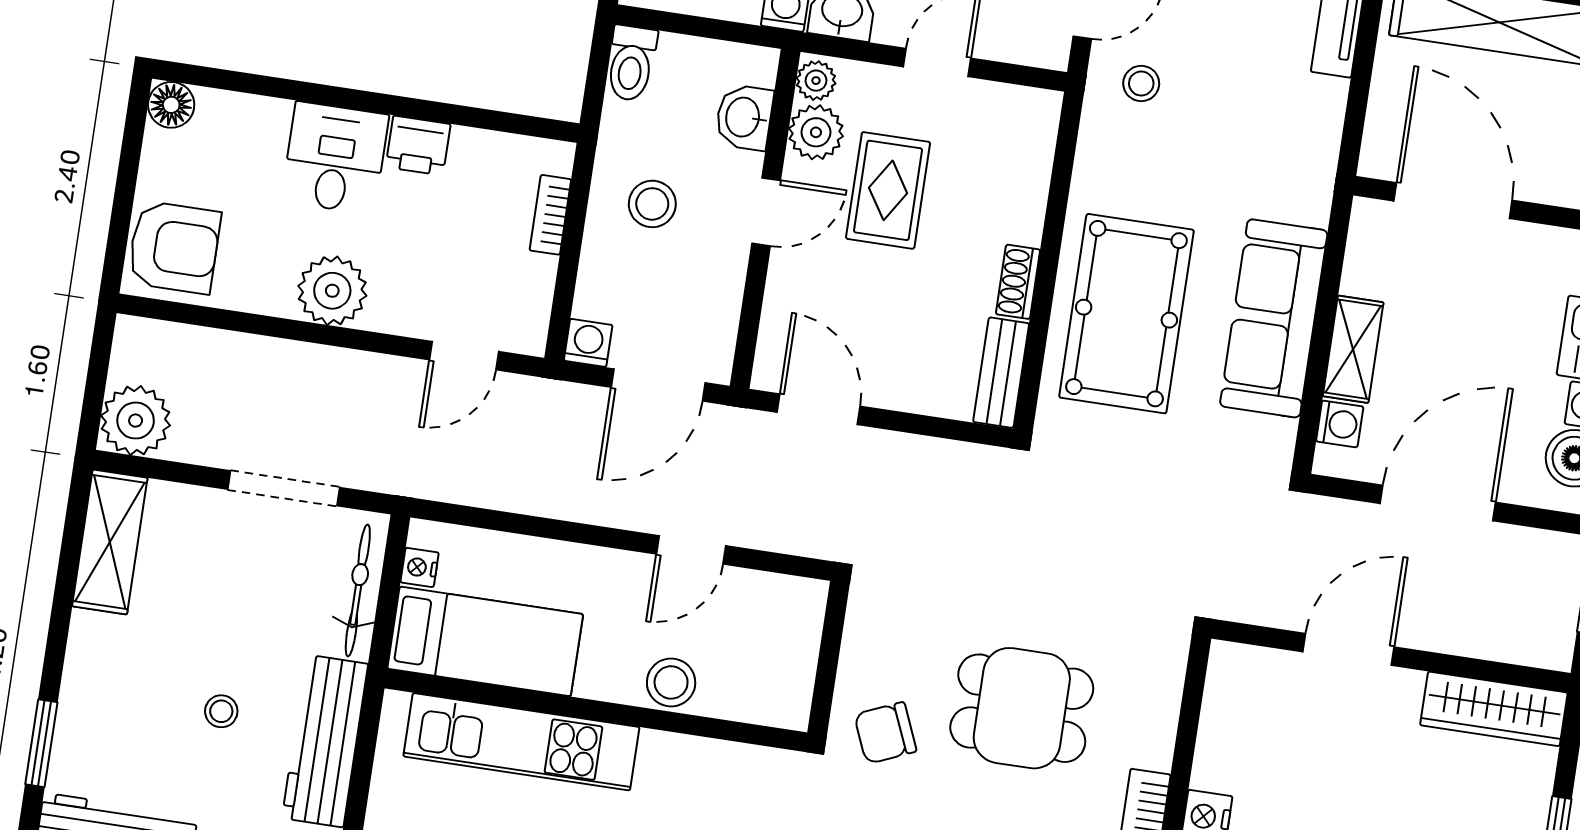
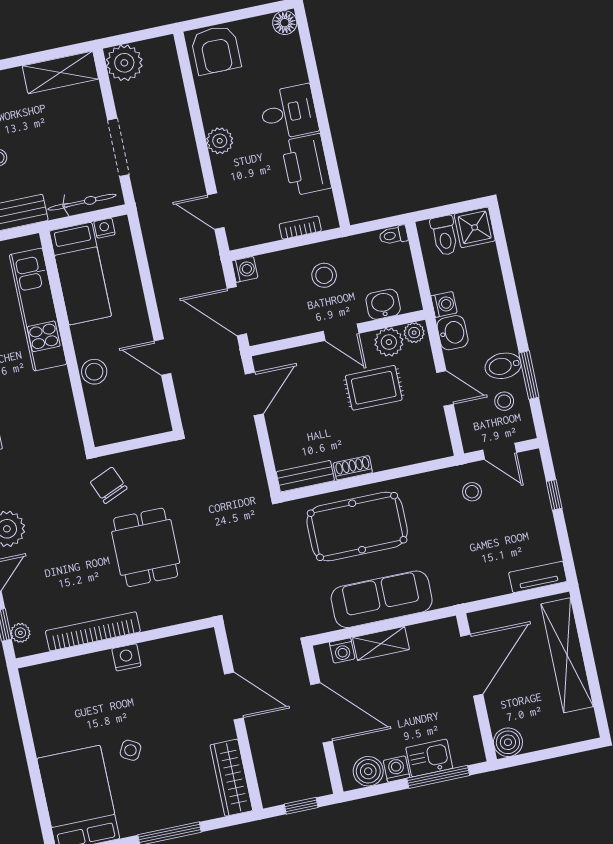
toilet: (631, 63) -> (393, 235), width x0.73, depth x0.72
printer: (418, 146) -> (306, 165), width x1.87, depth x1.48
plant: (332, 291) -> (220, 141), width x0.73, depth x0.73

